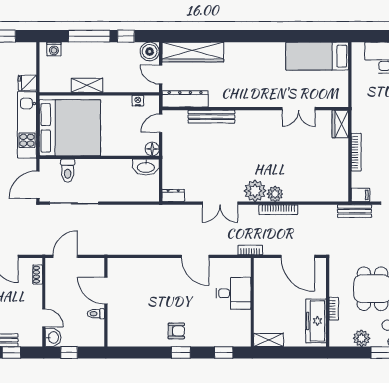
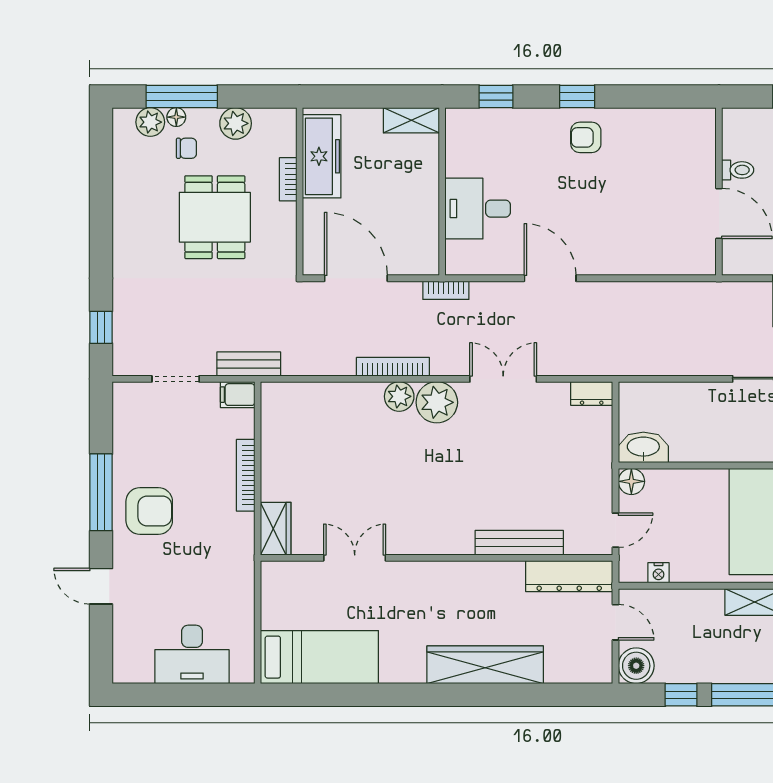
wardrobe: (193, 52) -> (485, 665), moved

